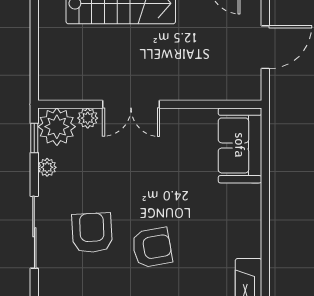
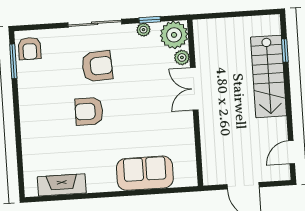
window: (34, 138) -> (150, 20), moved
sofa: (240, 145) -> (145, 173), moved
armchair: (152, 248) -> (89, 111), turned 100

